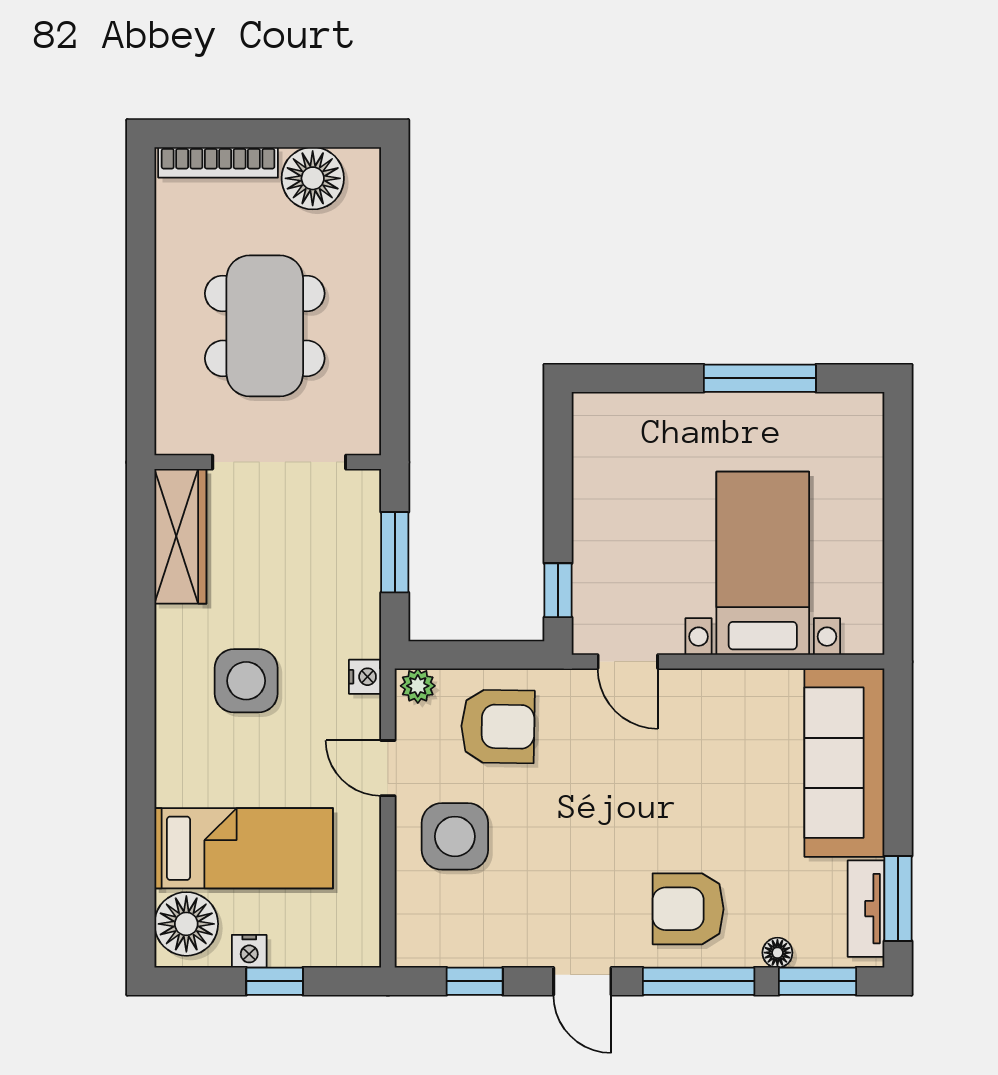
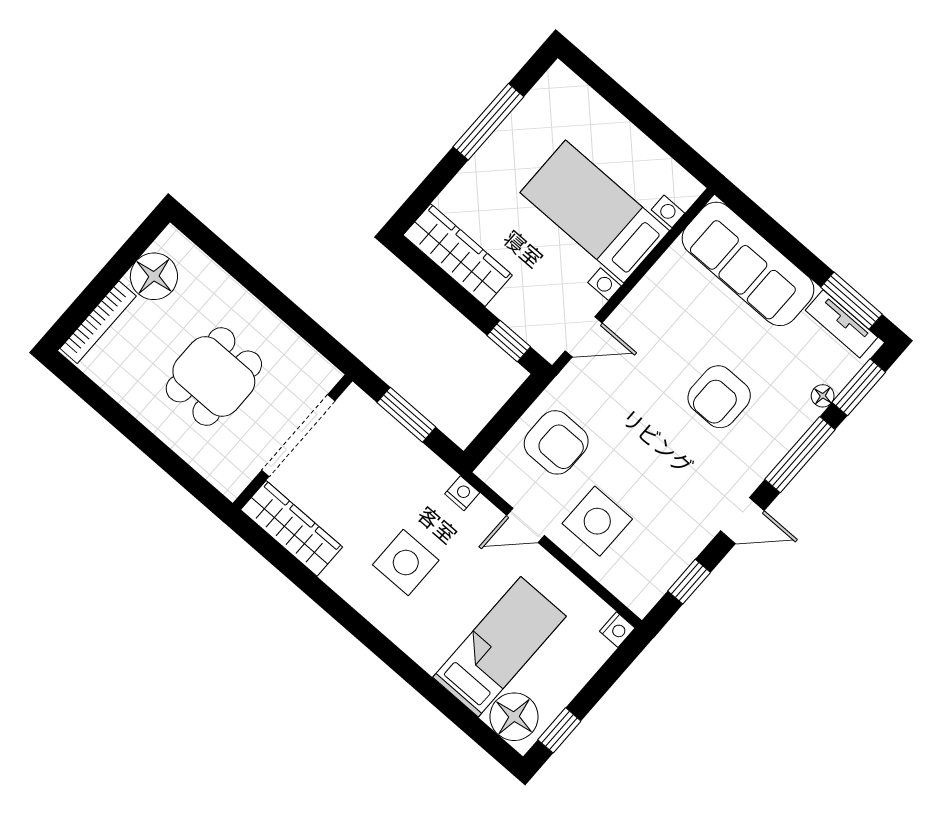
dining table: (265, 326) -> (214, 376), width x0.73
wardrobe: (599, 464) -> (458, 255), added
plant: (418, 686) -> (494, 468), removed
armchair: (498, 726) -> (556, 442), turned 89
armchair: (688, 909) -> (719, 397), moved
nightstand: (249, 951) -> (617, 630), moved
window: (275, 981) -> (559, 730), moved

